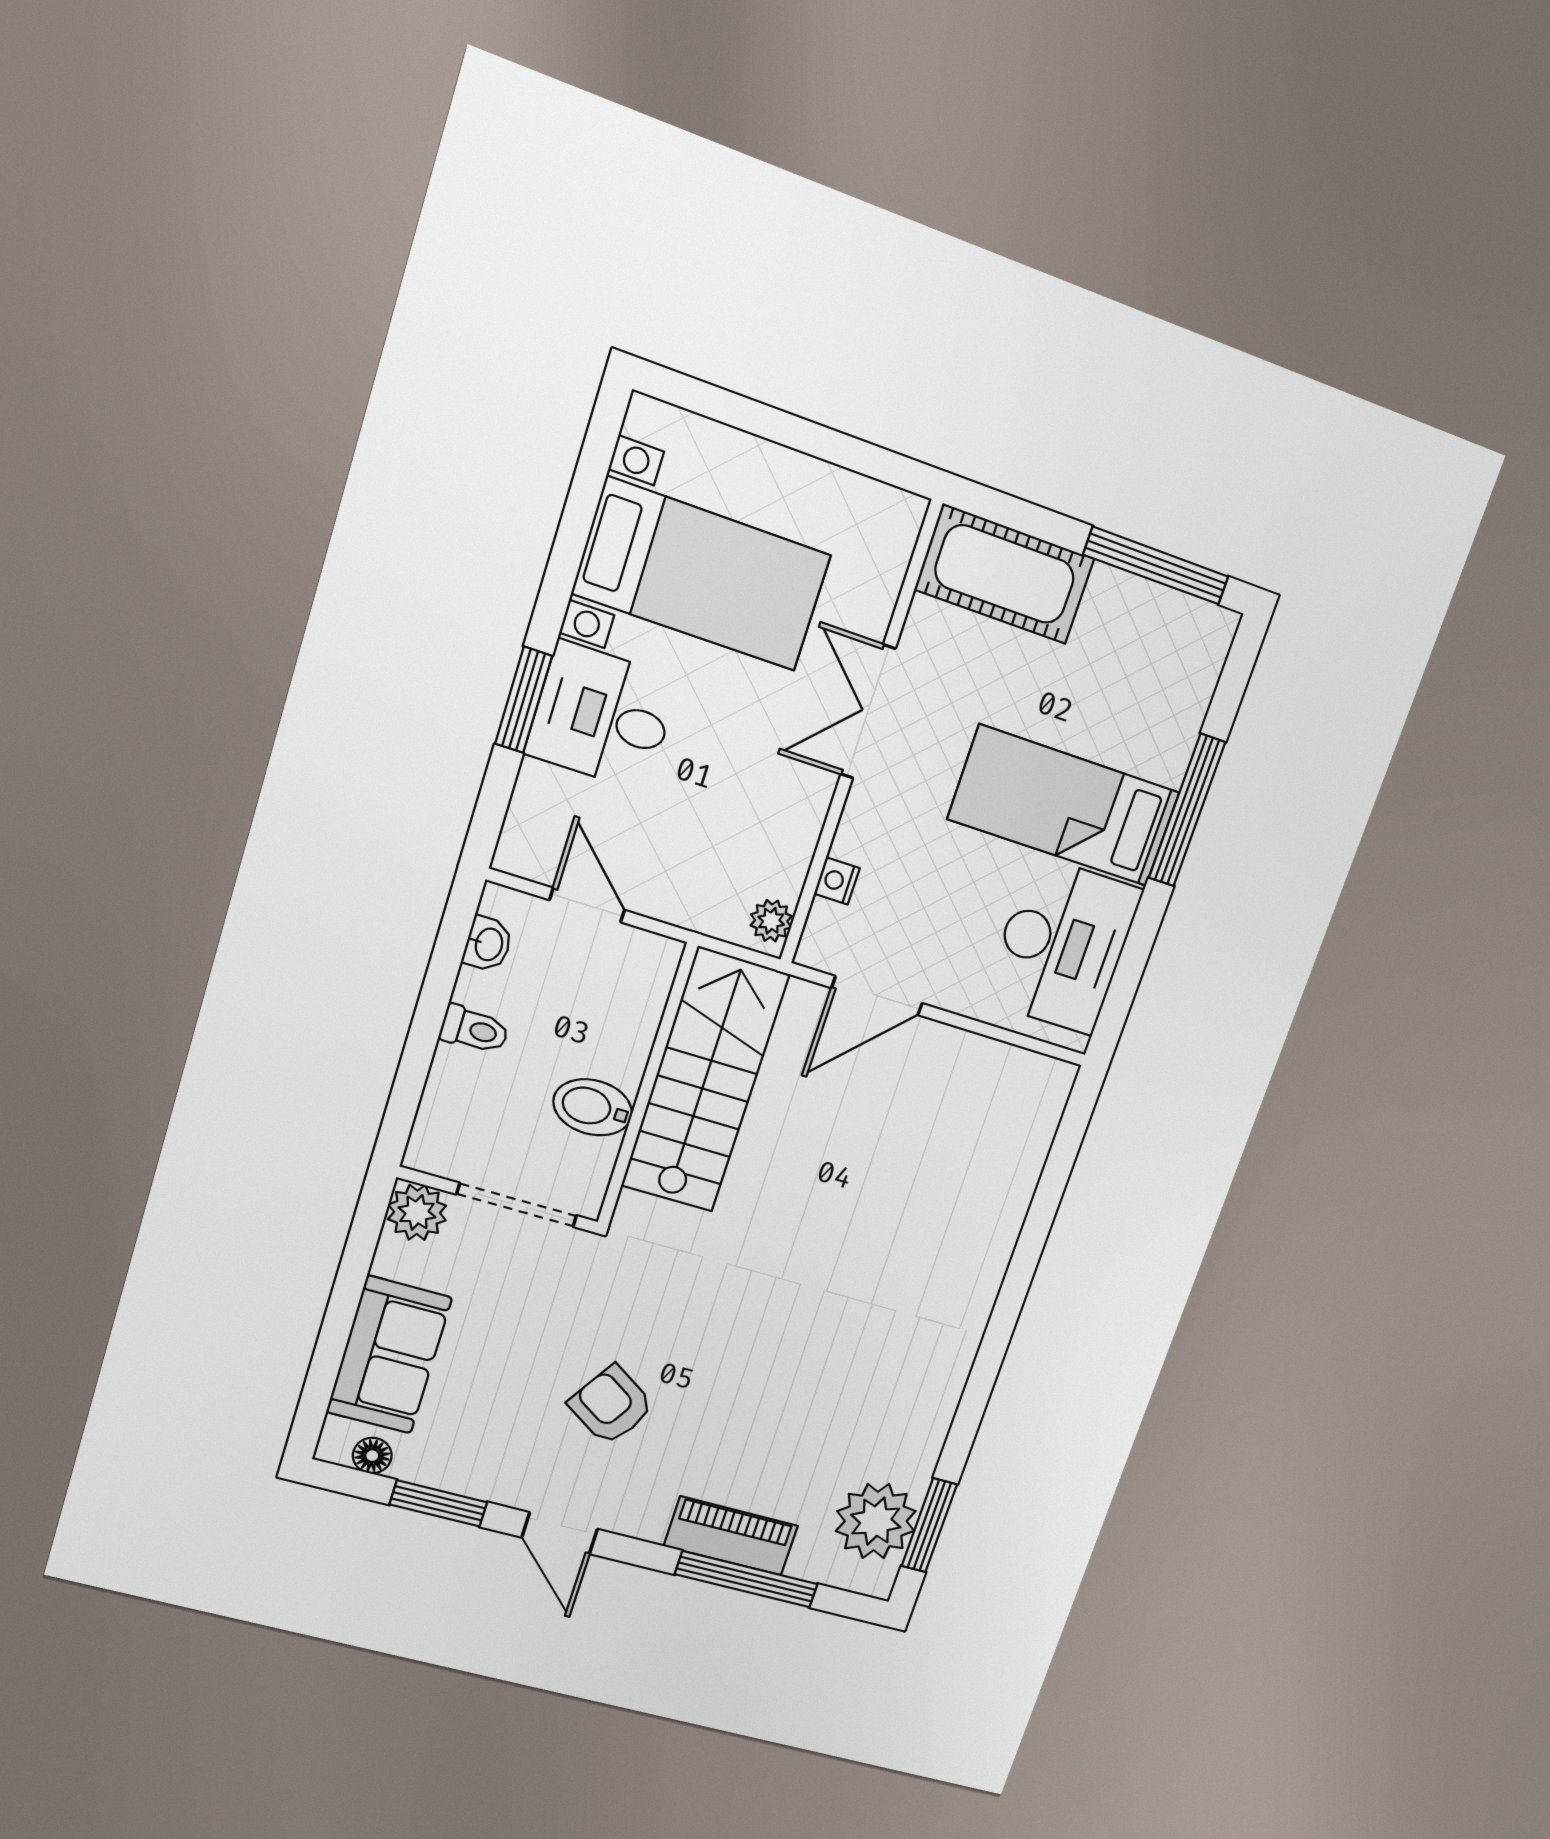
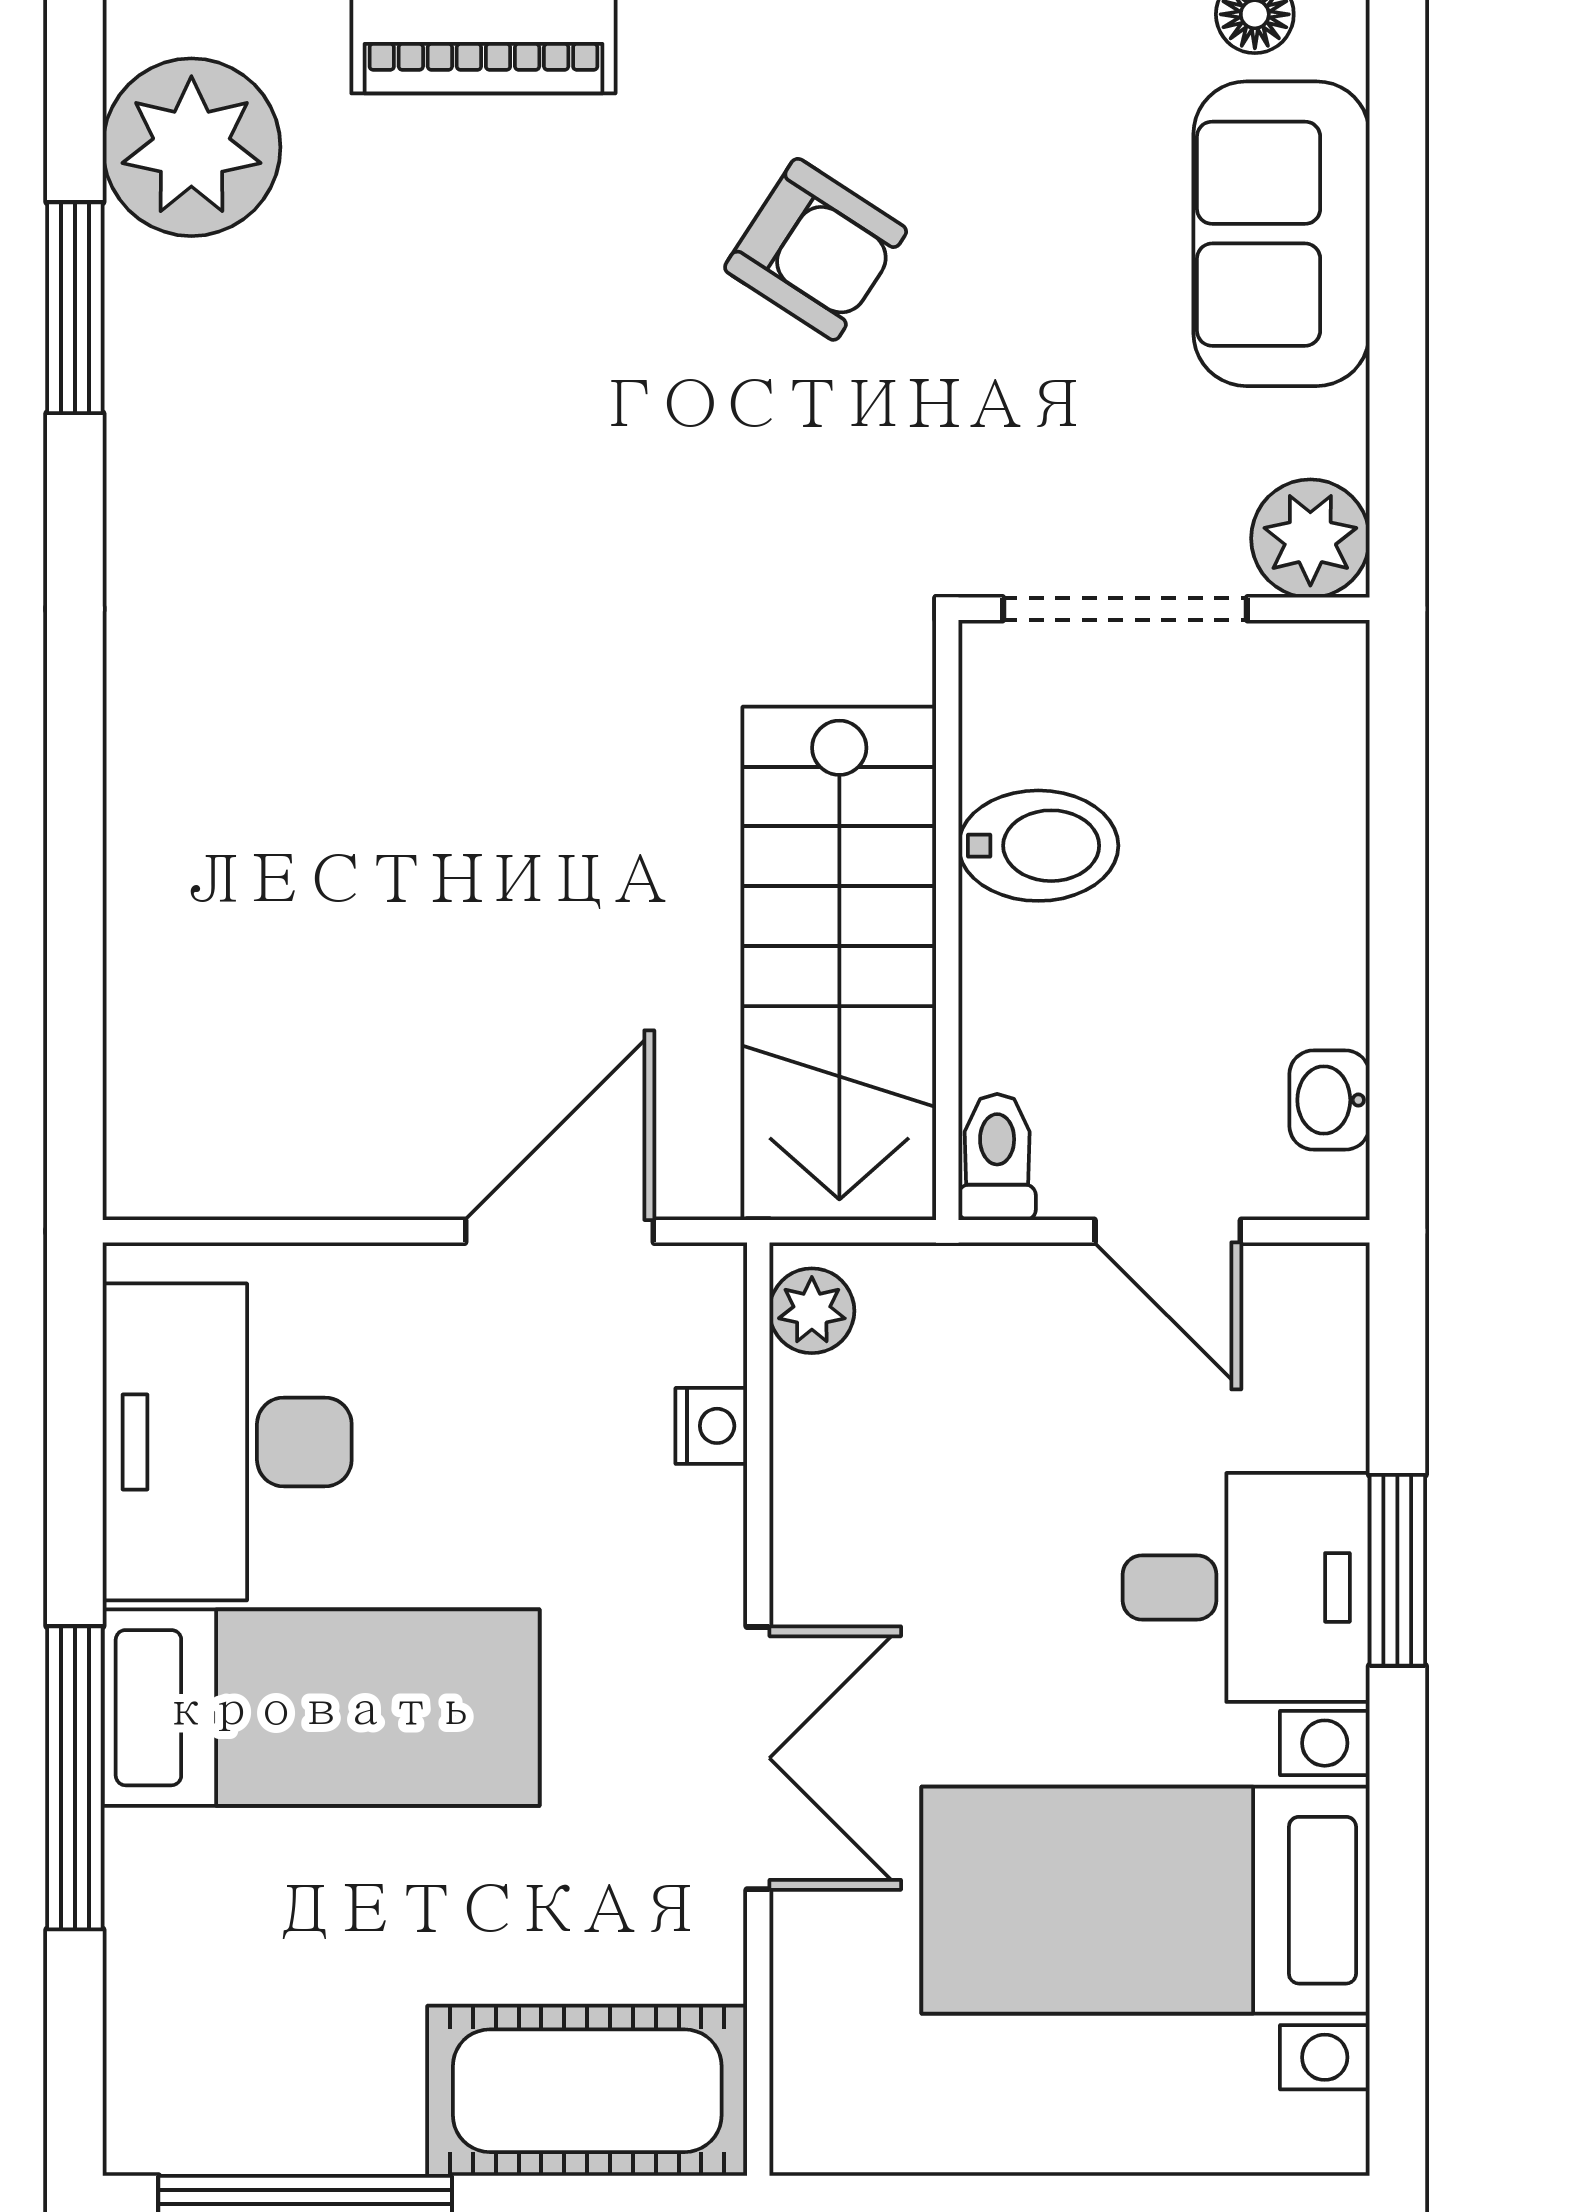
toilet: (474, 1030) -> (997, 1157), moved, turned 90
window: (929, 1525) -> (75, 308), moved

